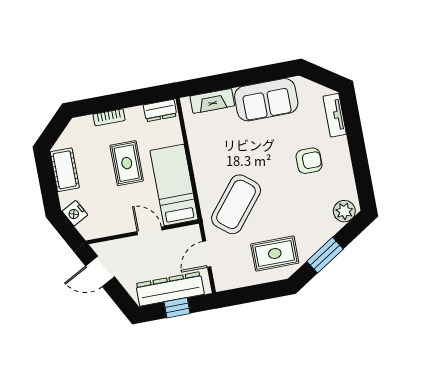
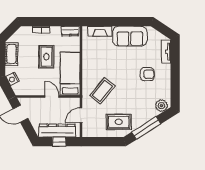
coffee table: (236, 204) -> (102, 91), width x0.73, depth x0.76
window: (325, 255) -> (146, 128), width x1.44

